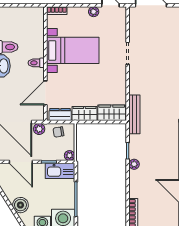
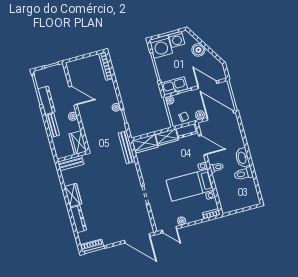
door: (45, 93) -> (203, 145), hinge flipped

